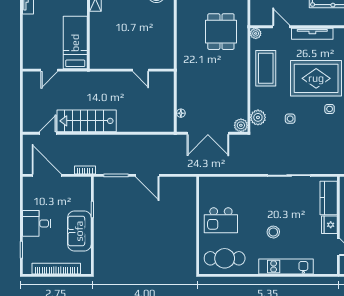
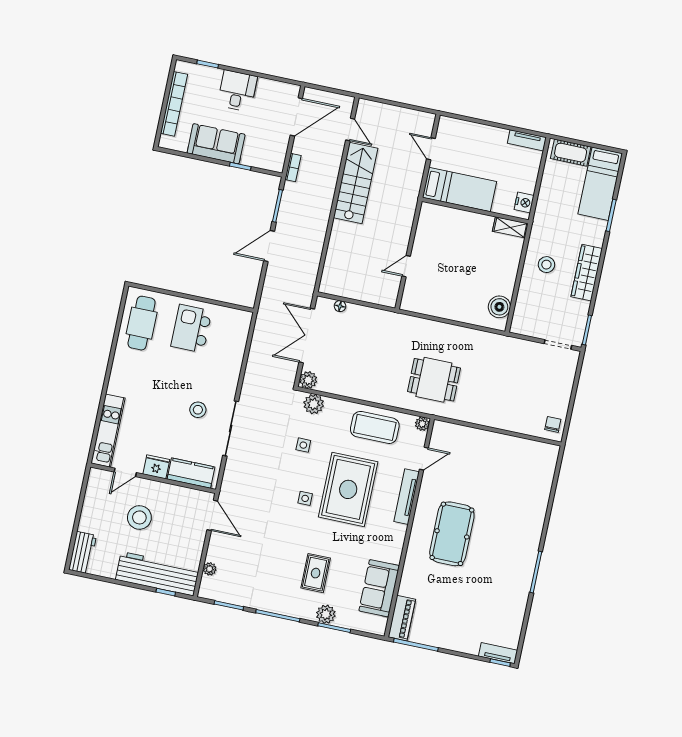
stool: (273, 232) -> (198, 410), moved
kitchen unit: (286, 266) -> (108, 431), moved

